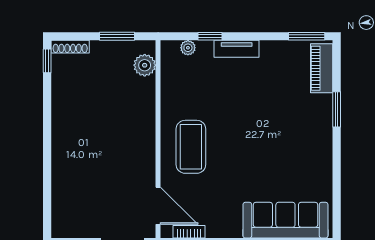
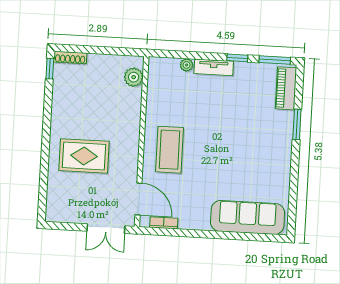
window: (117, 36) -> (111, 51), removed
window: (210, 36) -> (237, 58), moved
plant: (188, 48) -> (187, 65), moved
rug: (92, 160) -> (84, 156), added

